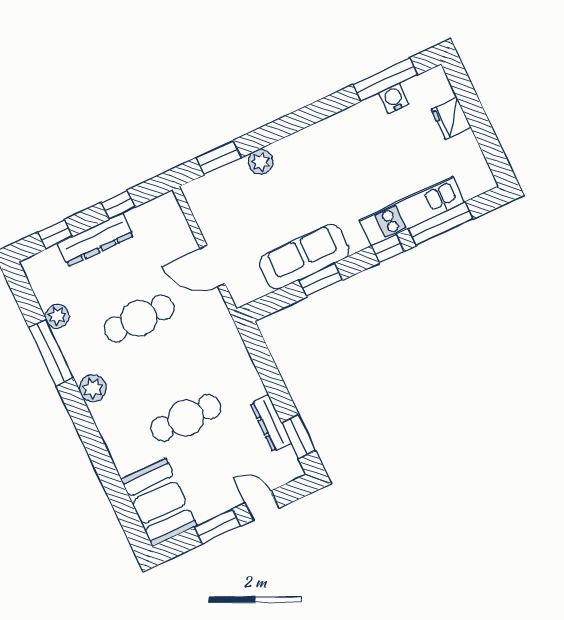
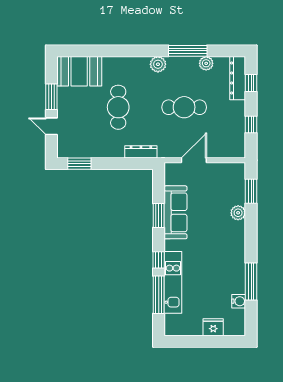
window: (385, 80) -> (251, 282), moved
dresser: (96, 240) -> (238, 78), moved
cafe table: (139, 318) -> (184, 107), turned 90
dresser: (271, 423) -> (141, 152), moved
door: (262, 506) -> (51, 126), swing flipped

